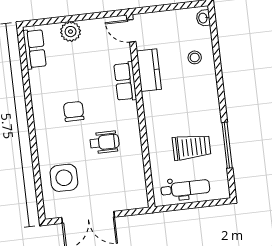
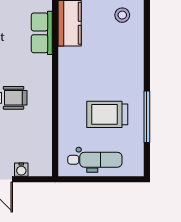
trolley: (192, 147) -> (107, 114), turned 180
water cooler: (121, 205) -> (21, 170), added

